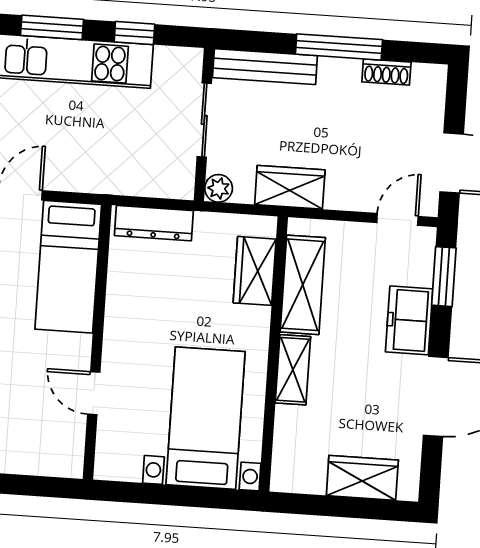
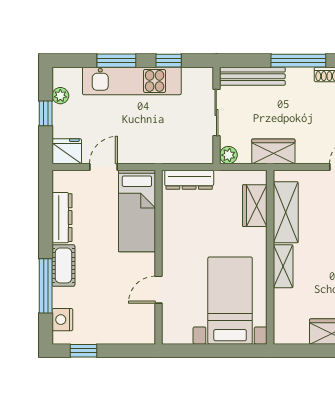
door: (94, 393) -> (158, 290), hinge flipped

